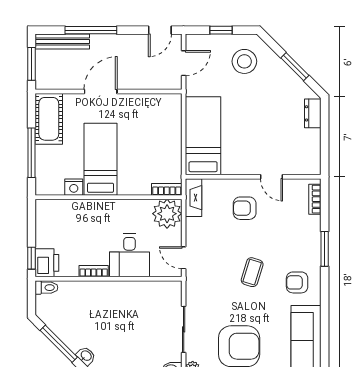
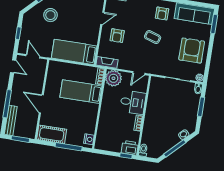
stool: (244, 61) -> (50, 15), moved
bed: (100, 159) -> (81, 92), moved
nightstand: (74, 187) -> (89, 139), moved

